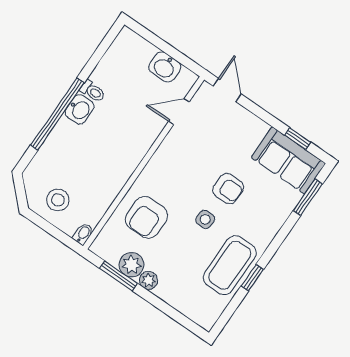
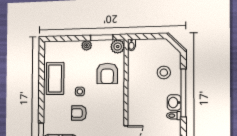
stool: (58, 200) -> (164, 72), moved
armchair: (146, 217) -> (107, 73), turned 180
plant: (132, 265) -> (118, 47), moved
window: (252, 278) -> (41, 80), removed

